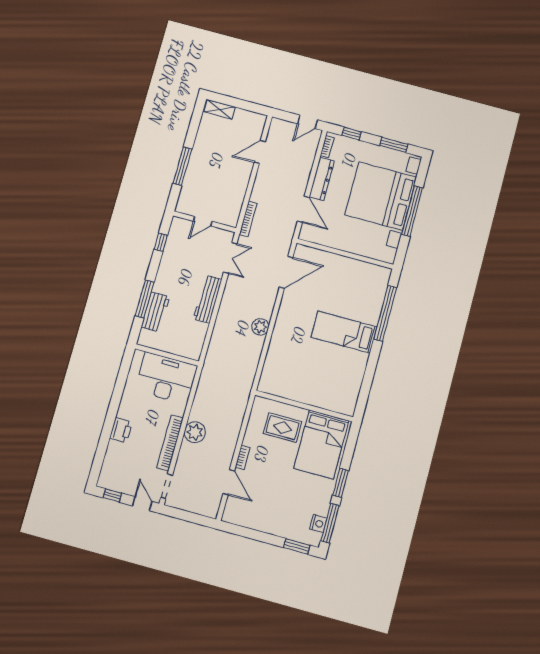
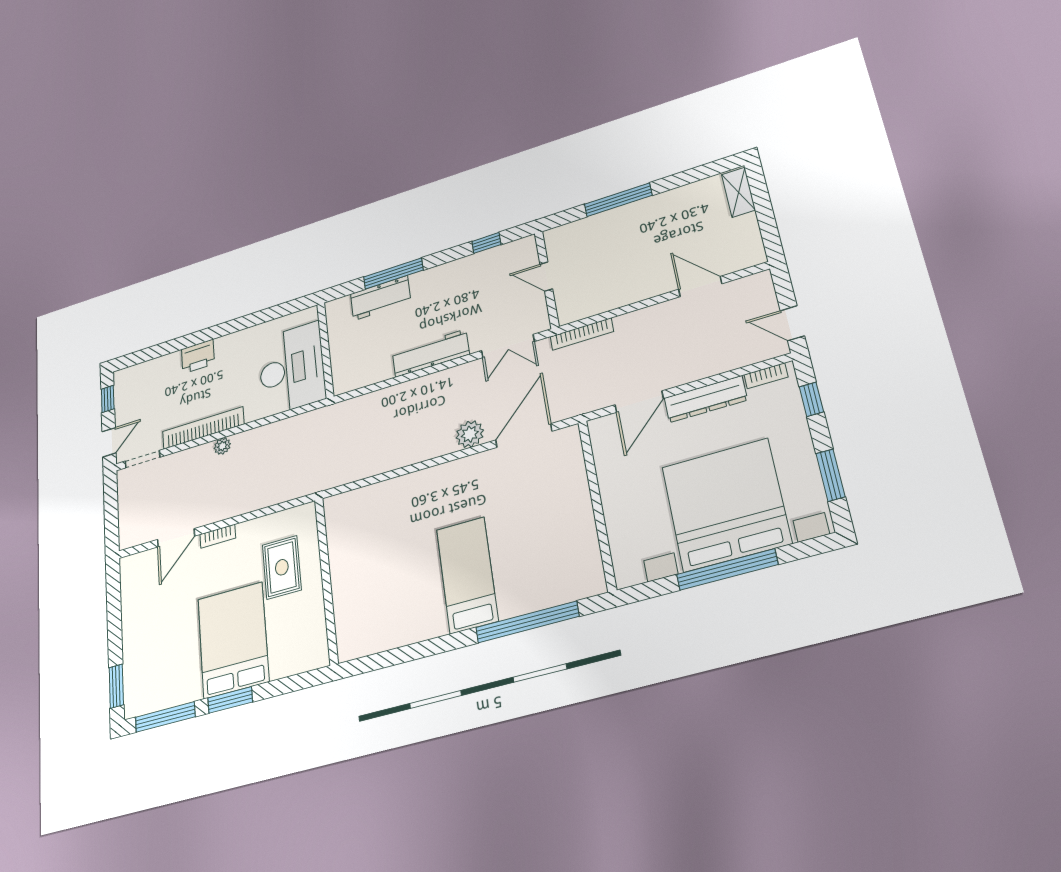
door: (286, 272) -> (524, 436), swing flipped
plant: (260, 327) -> (470, 434), moved
plant: (195, 432) -> (222, 446), width x0.53, depth x0.53
bed: (321, 444) -> (233, 640), moved, turned 90
nightstand: (318, 523) -> (159, 699), removed

